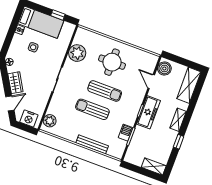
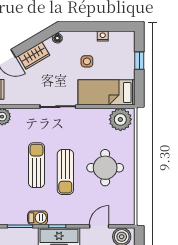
window: (58, 15) -> (139, 61), moved
bed: (41, 22) -> (107, 92), moved, turned 90
plant: (77, 53) -> (120, 119), moved
barbecue: (126, 133) -> (38, 218), moved

